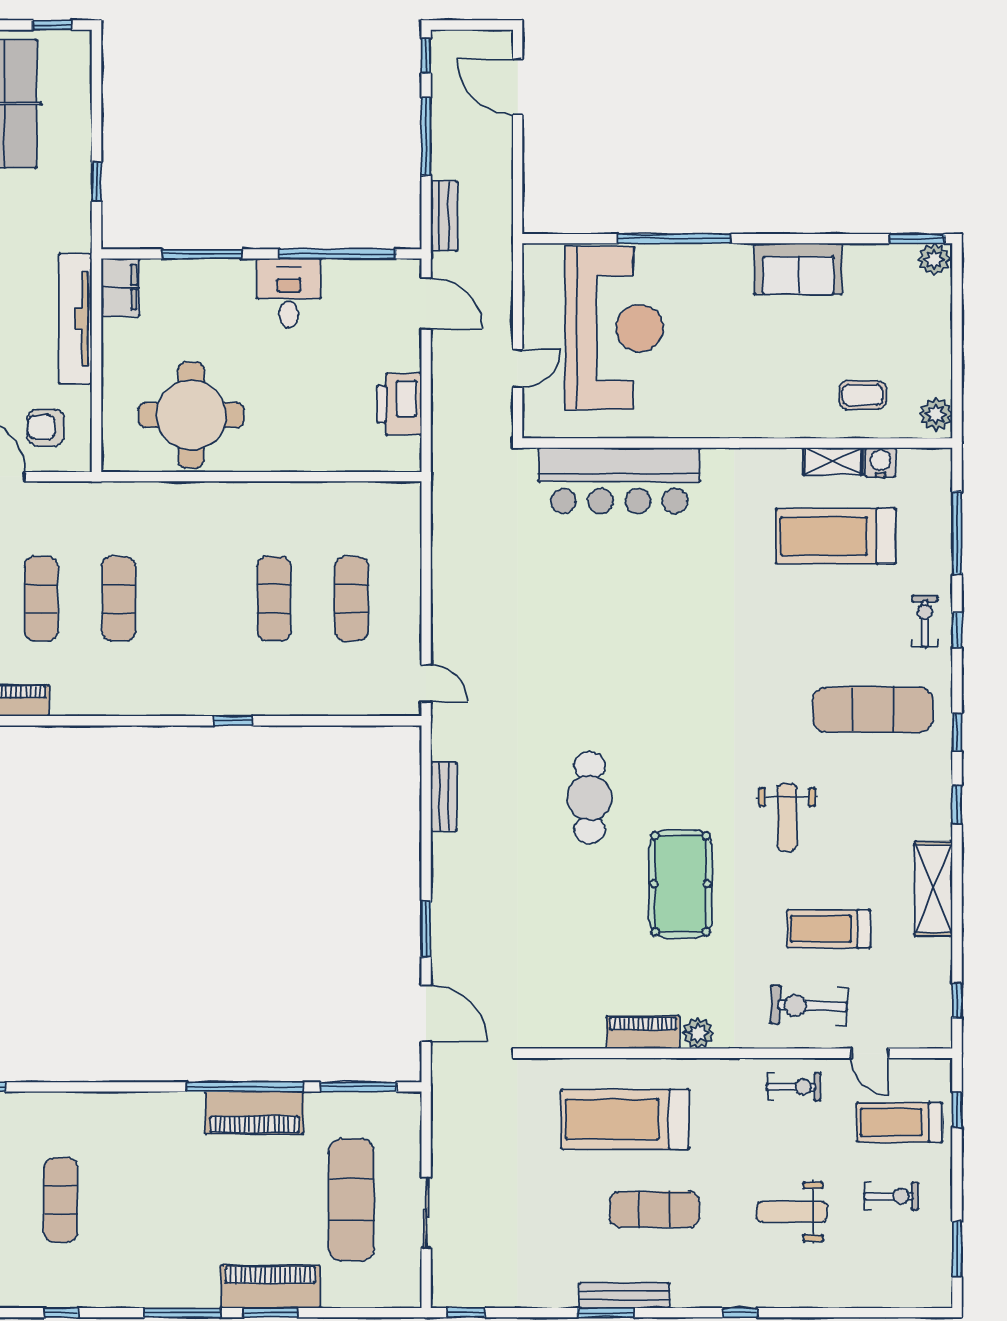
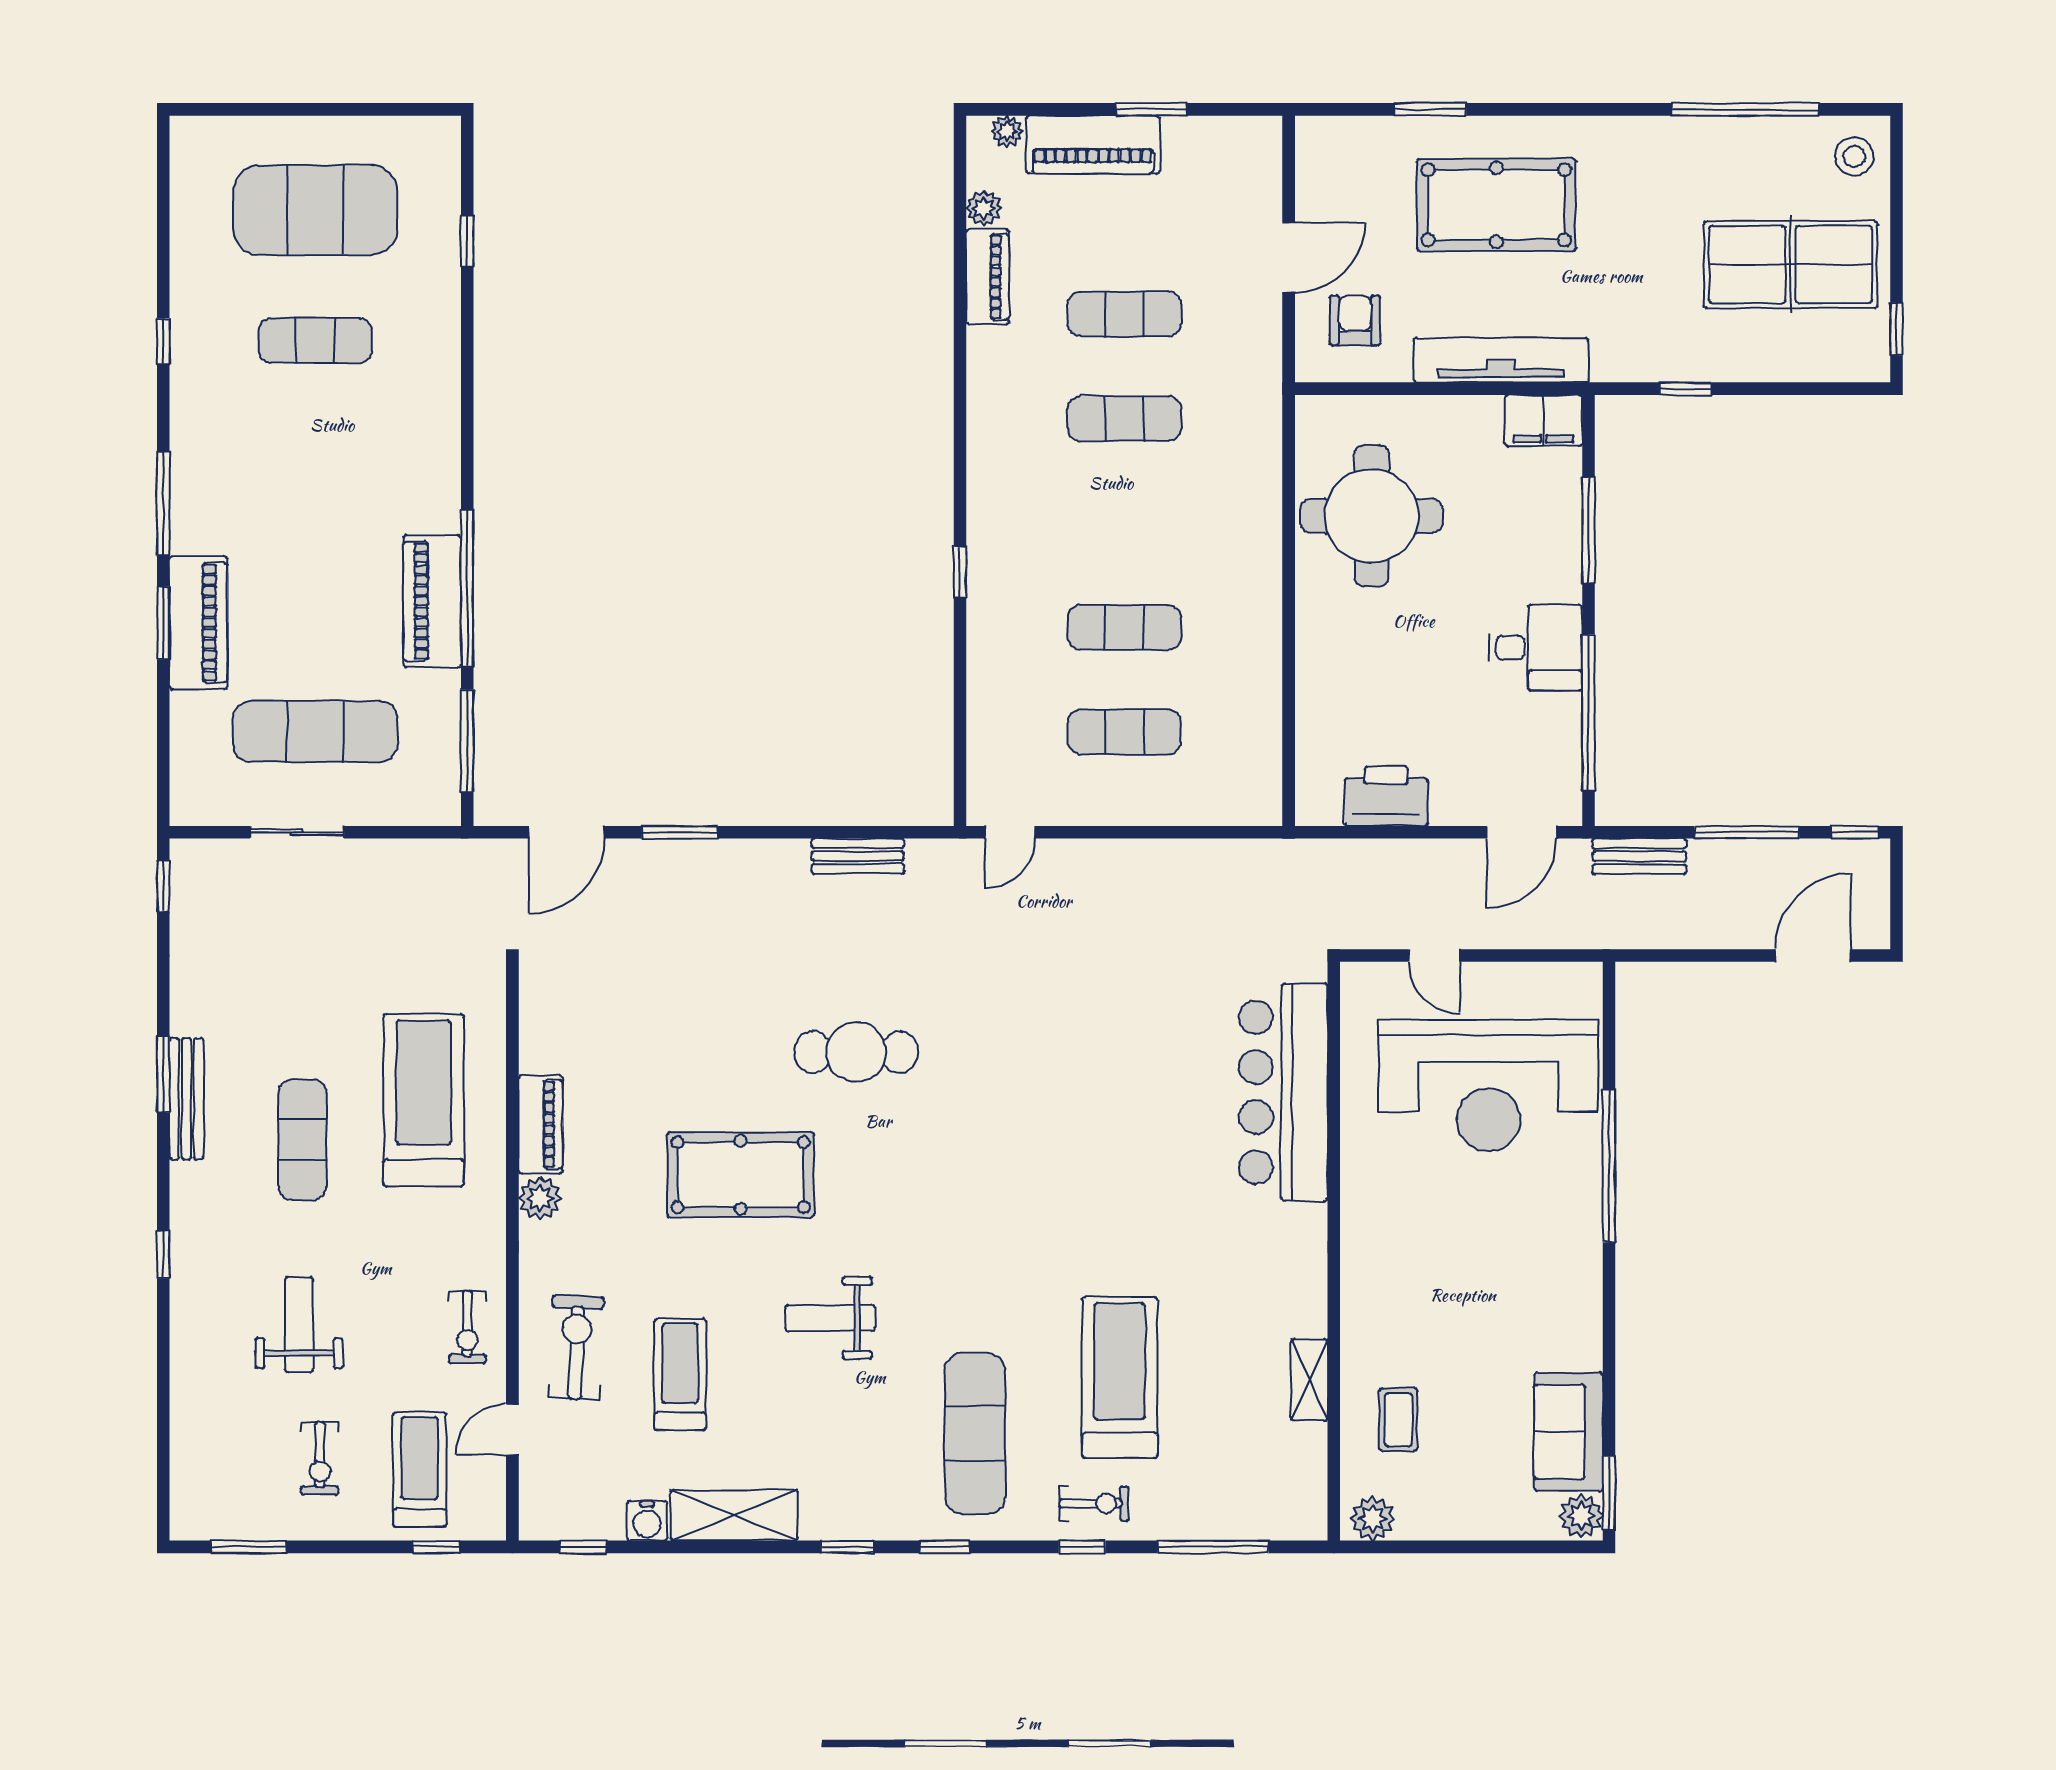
sofa: (798, 269) -> (1568, 1432), moved
water cooler: (880, 463) -> (647, 1521), moved, turned 90
treadmill: (836, 536) -> (1120, 1378), moved

